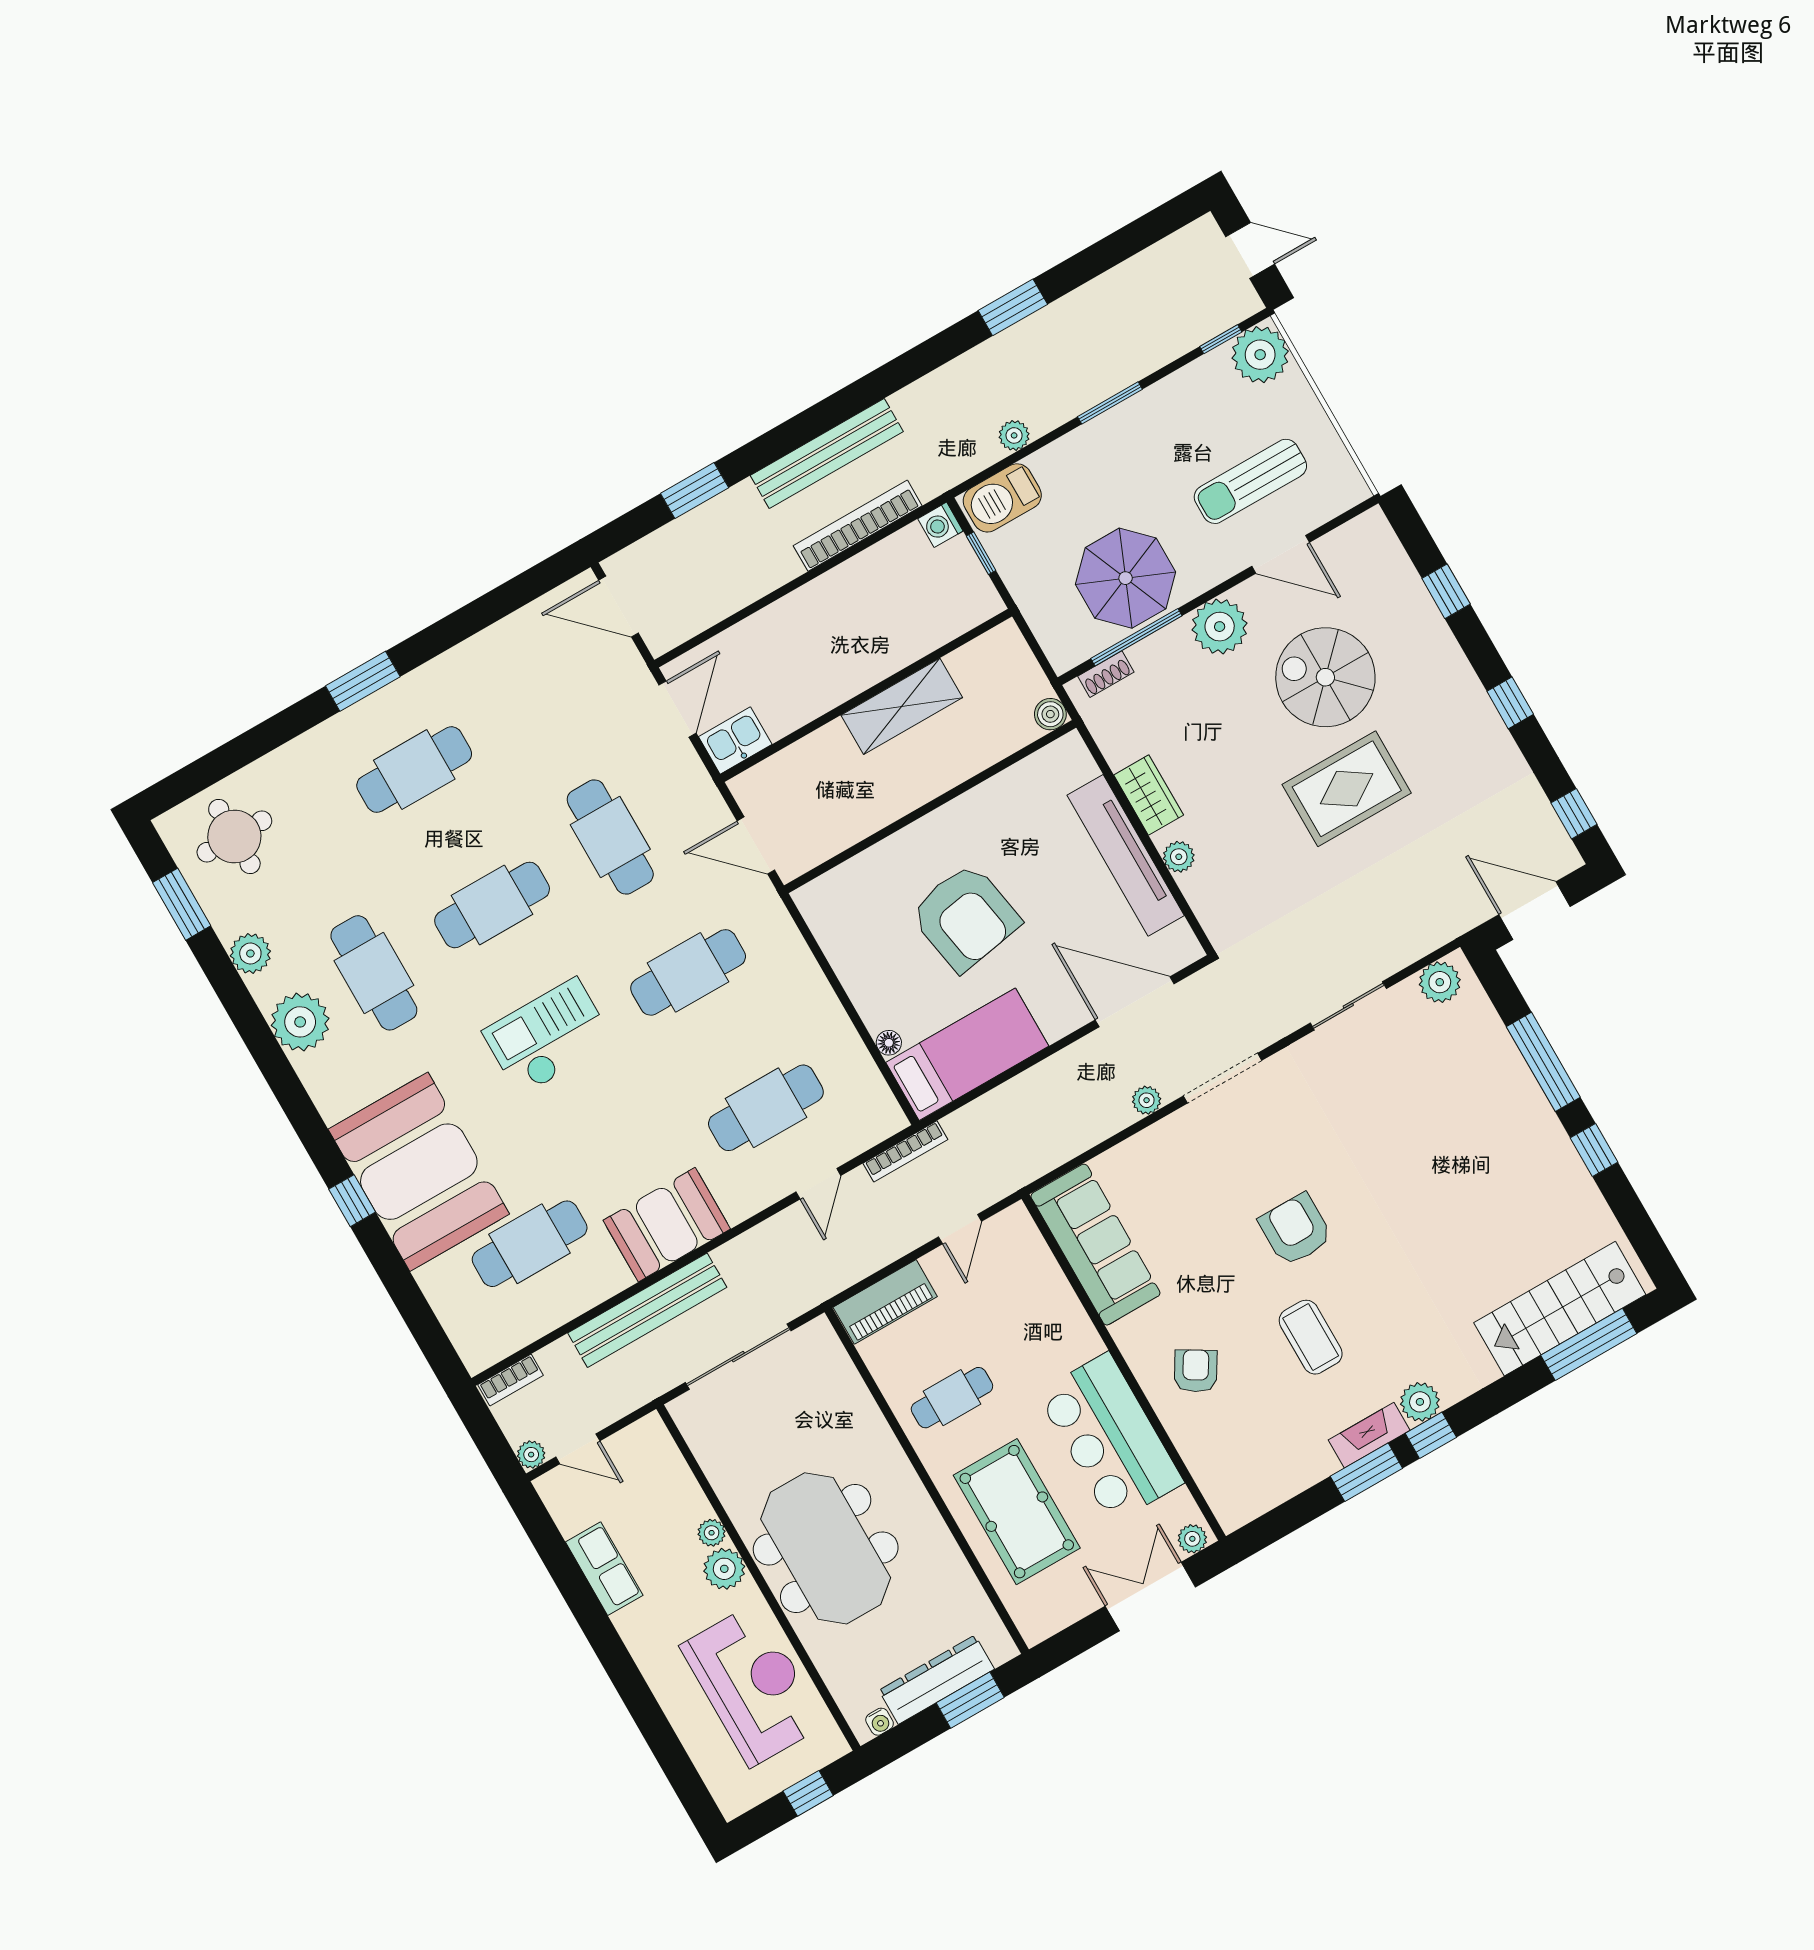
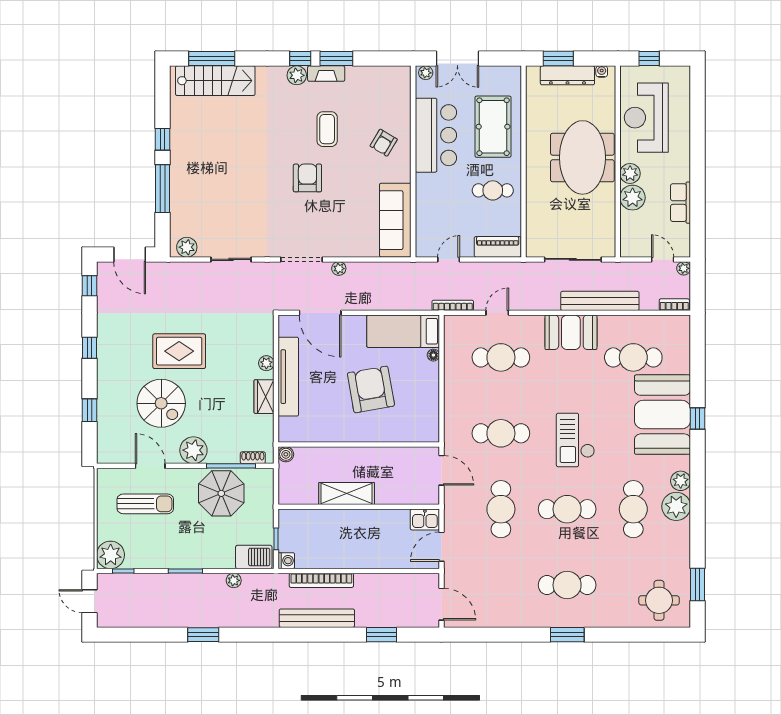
plant: (250, 953) -> (681, 481), moved
checkout: (548, 1037) -> (575, 440), turned 90
armchair: (1295, 1230) -> (307, 178), turned 180
plant: (712, 1533) -> (633, 198), width x1.87, depth x1.87

